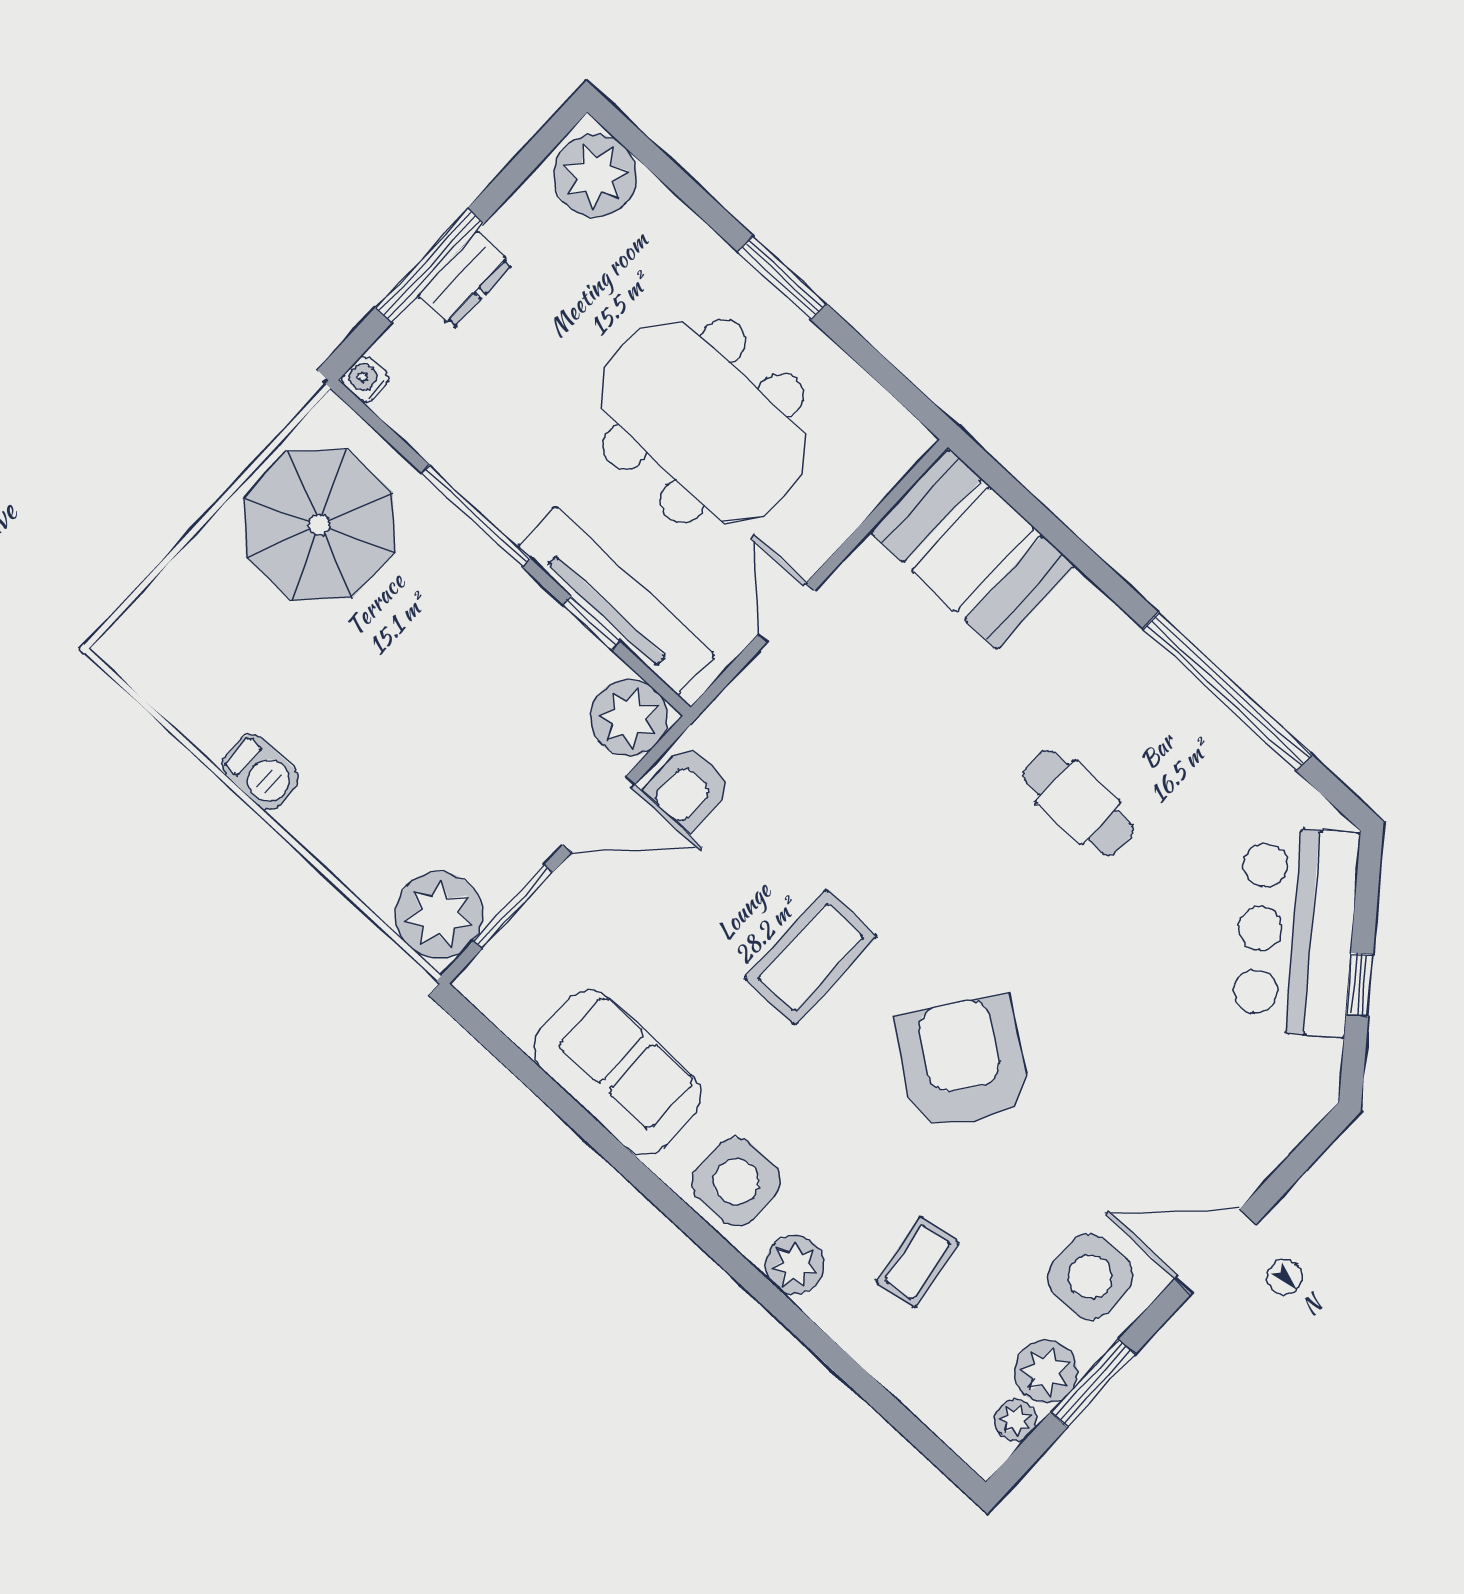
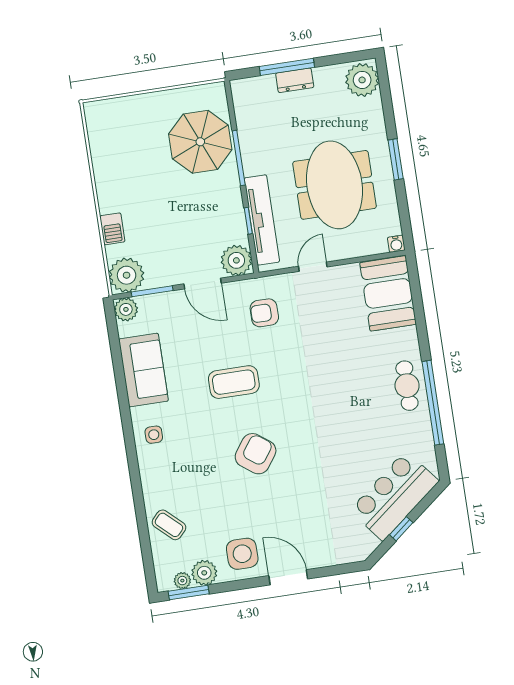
water cooler: (365, 379) -> (396, 244), moved, turned 180
parasol: (319, 525) -> (200, 142), moved
barbecue: (260, 772) -> (112, 229), moved
armchair: (688, 788) -> (264, 313), moved
cafe table: (1078, 802) -> (407, 386), moved
armchair: (962, 1063) -> (256, 454), width x0.73, depth x0.73
side table: (736, 1182) -> (154, 435), width x0.54, depth x0.54
coffee table: (918, 1262) -> (169, 525), moved, turned 52
plant: (794, 1265) -> (126, 309), moved
window: (1093, 1383) -> (189, 593), moved

